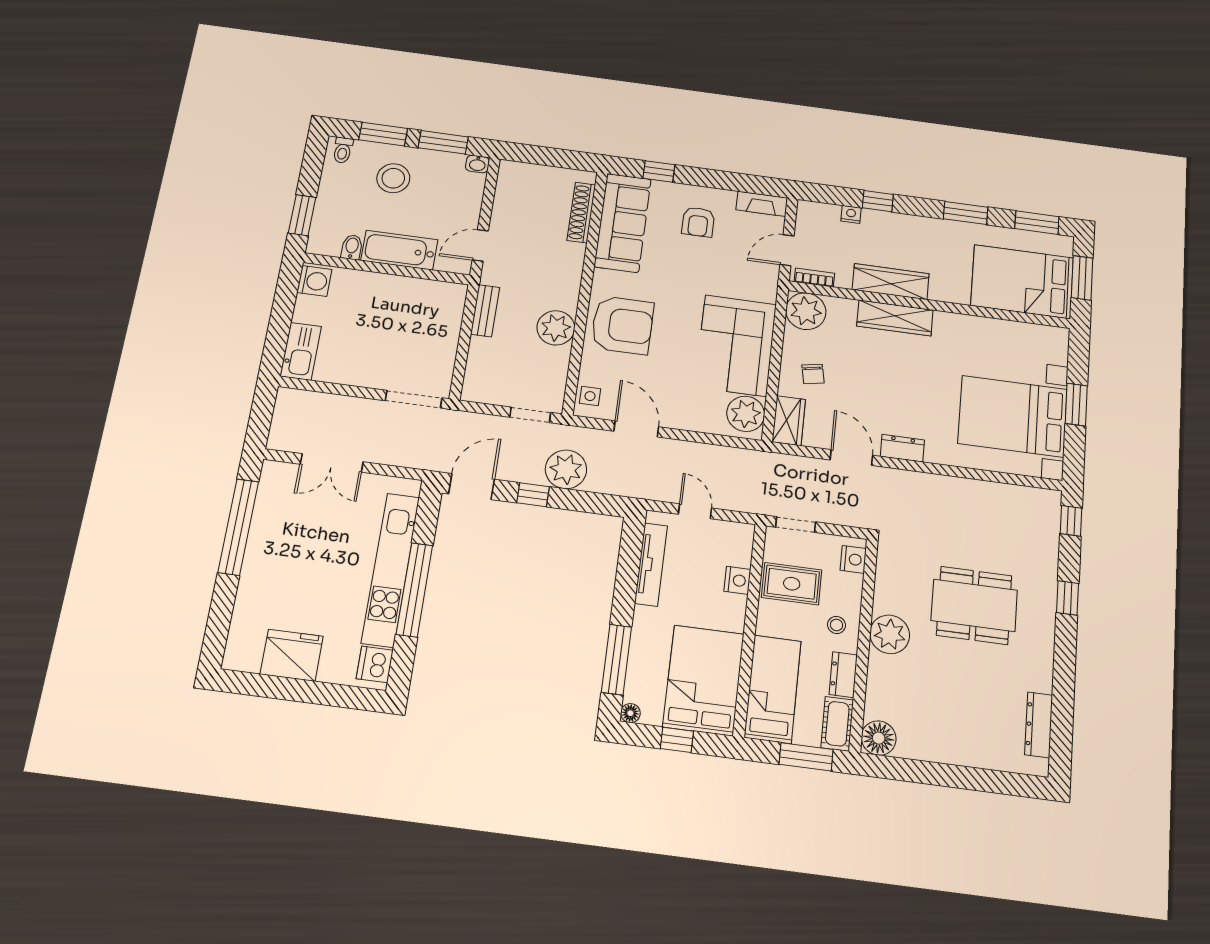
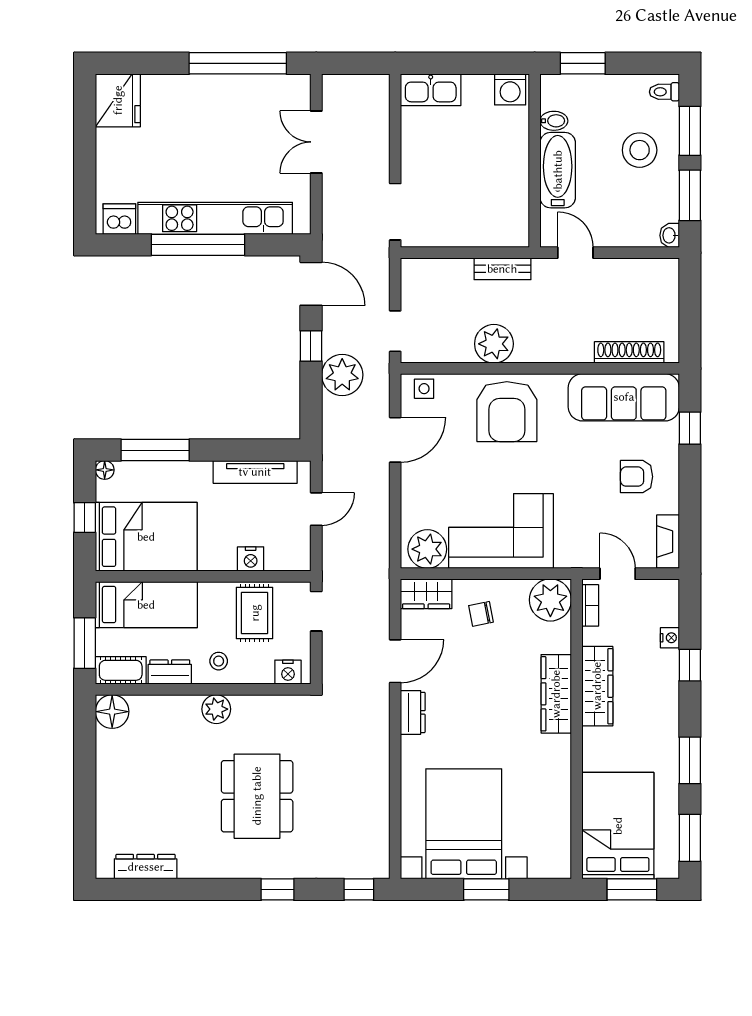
plant: (890, 634) -> (216, 709), width x0.73, depth x0.73
fridge: (292, 655) -> (118, 100), moved

